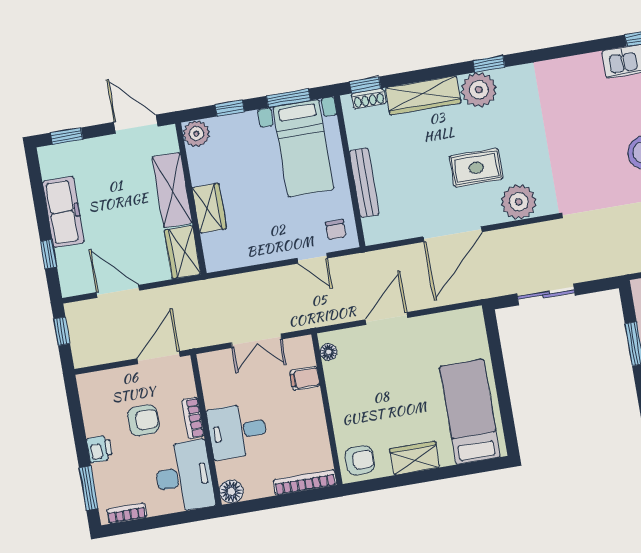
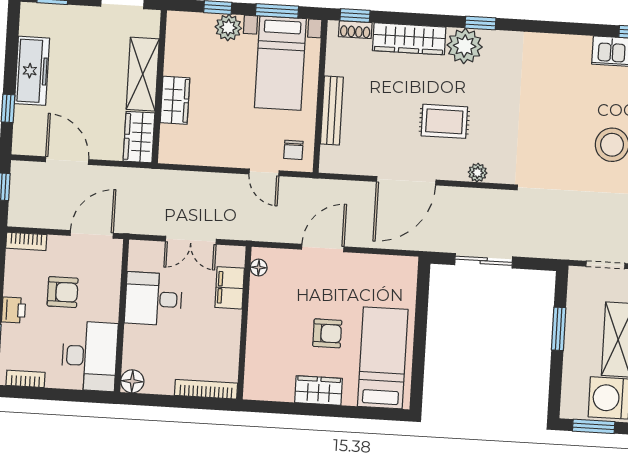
plant: (196, 134) -> (228, 28), moved
plant: (519, 202) -> (478, 173), width x0.53, depth x0.53
filing cabinet: (305, 378) -> (230, 288), width x2.00
bookcase: (193, 418) -> (26, 241), moved, turned -90
desk: (237, 431) -> (153, 299), moved
armchair: (360, 460) -> (327, 333), moved

